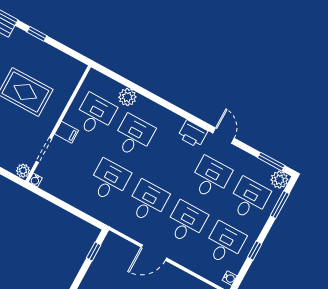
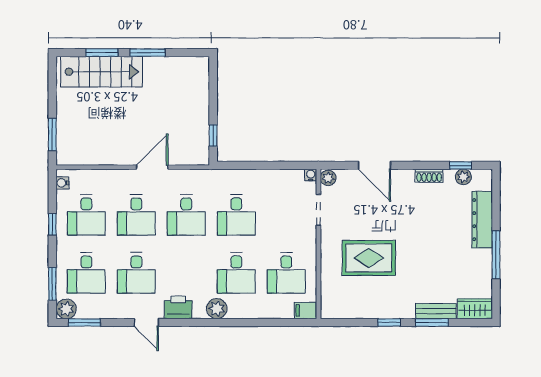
plant: (127, 97) -> (217, 309), moved
filing cabinet: (67, 132) -> (306, 310), moved

